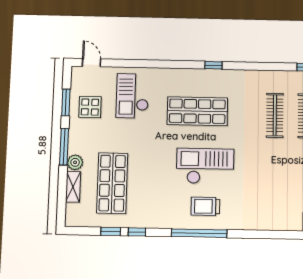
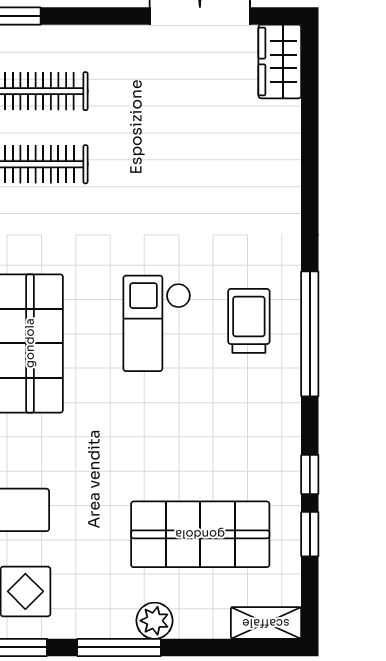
checkout: (205, 166) -> (157, 323), width x0.73, depth x0.83
shelving: (73, 187) -> (266, 623), moved
trolley: (205, 206) -> (249, 321), turned 180

